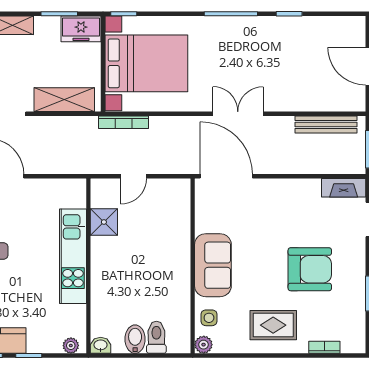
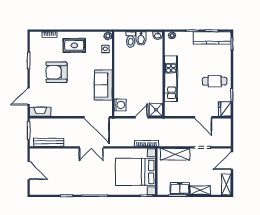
freezer: (81, 29) -> (180, 189), moved
washing machine: (178, 202) -> (120, 105), added
shower: (104, 222) -> (156, 110), moved
sofa: (213, 265) -> (103, 85), moved

